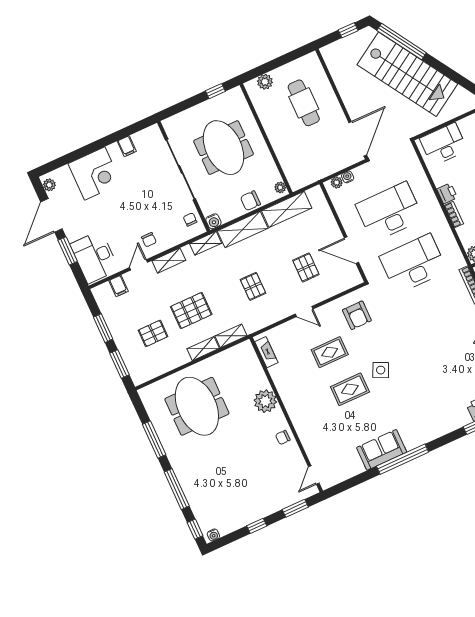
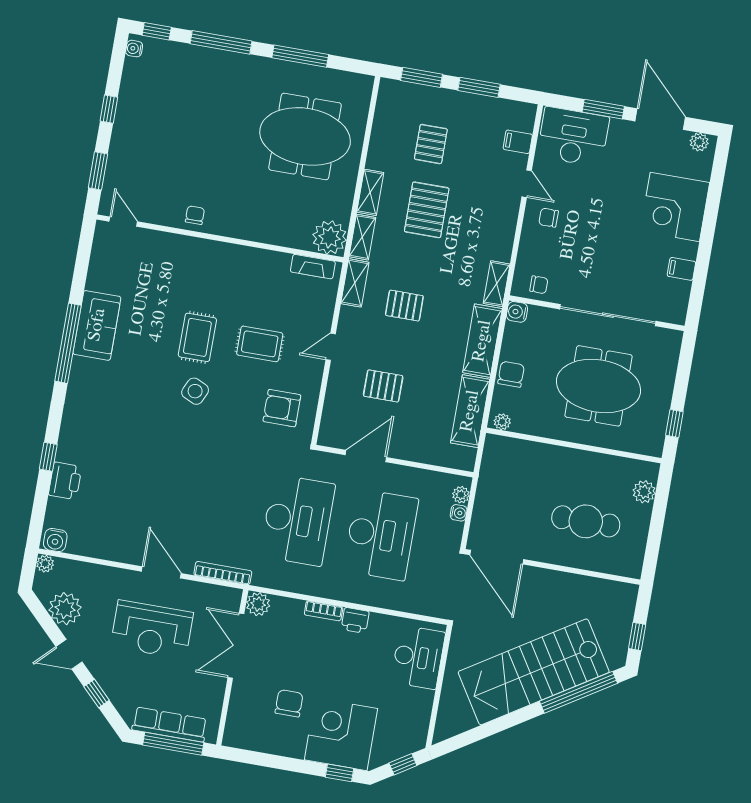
shelving: (169, 261) -> (355, 283), moved
rug: (330, 352) -> (260, 344), turned 90
plant: (265, 401) -> (330, 237), moved

